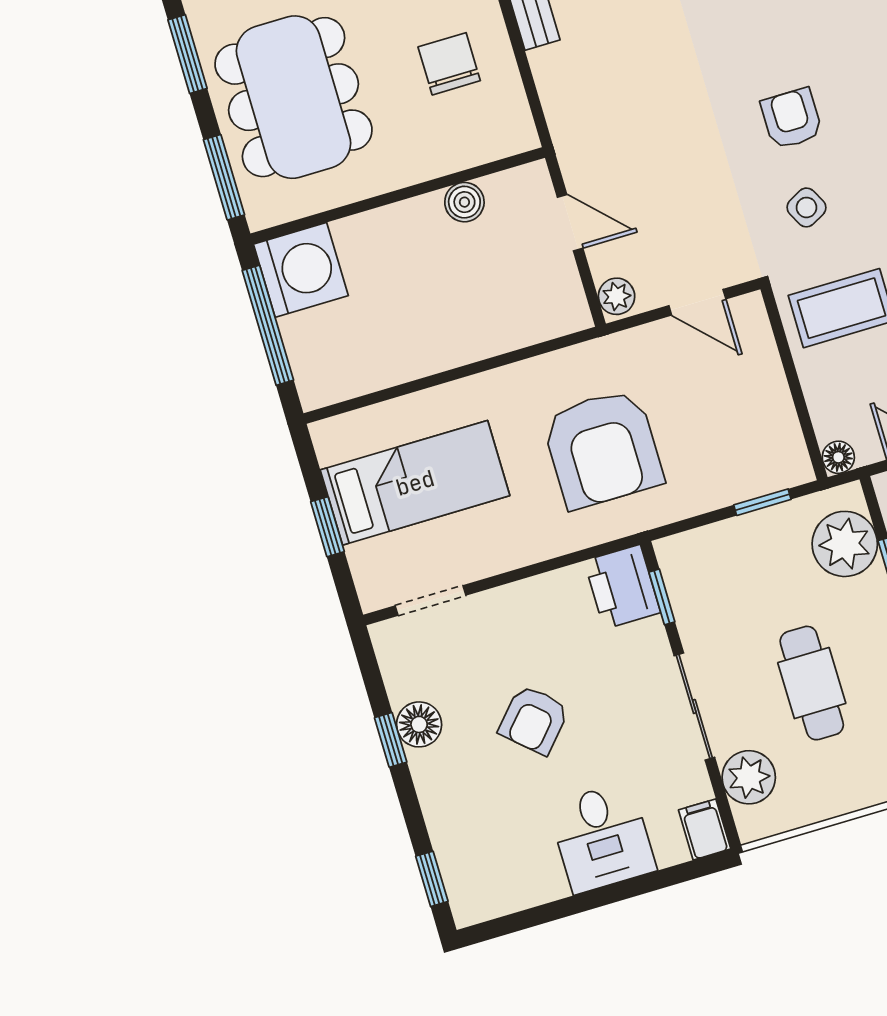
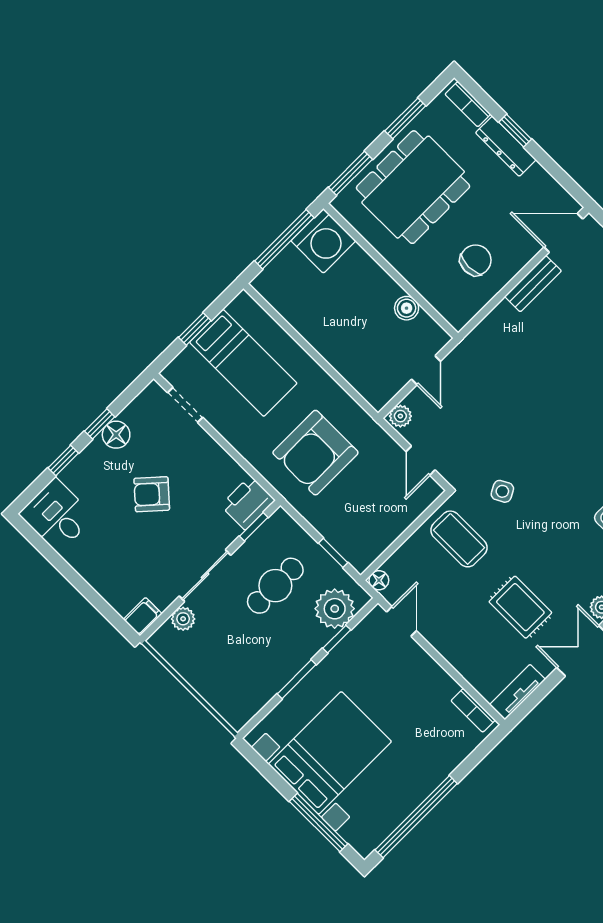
armchair: (792, 119) -> (545, 458), removed
cafe table: (812, 683) -> (275, 586), moved
plant: (749, 777) -> (183, 619), width x0.73, depth x0.73
desk: (602, 838) -> (57, 515), moved, turned 90
window: (432, 879) -> (63, 460), moved

